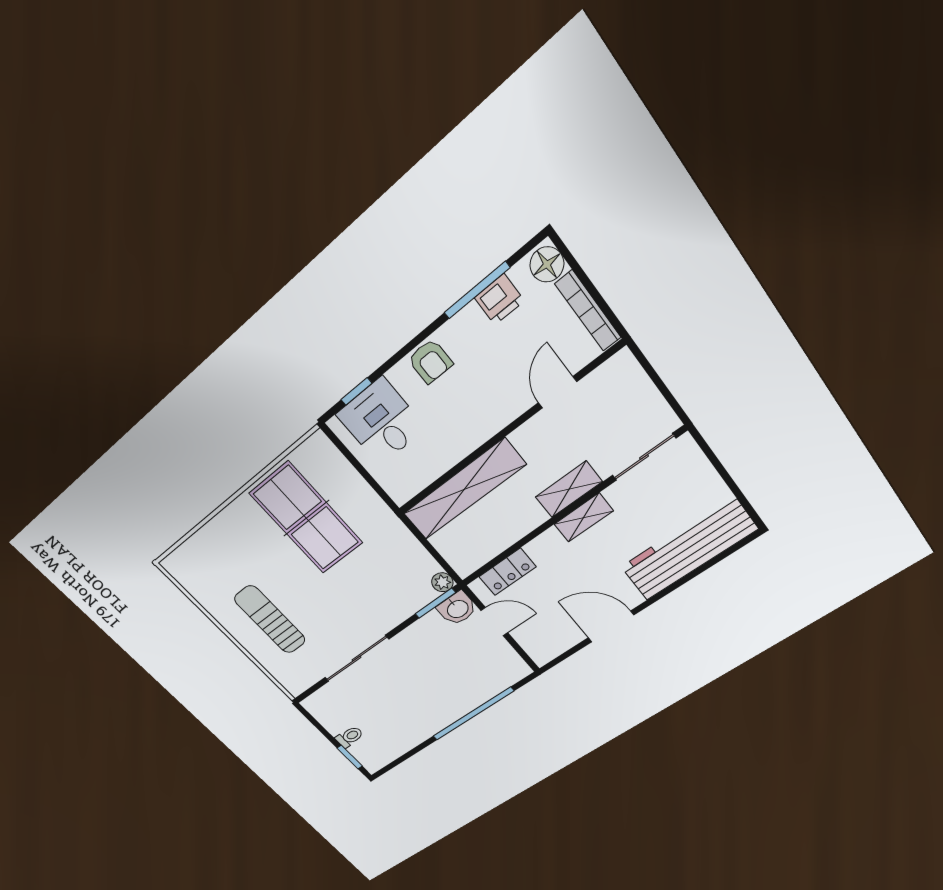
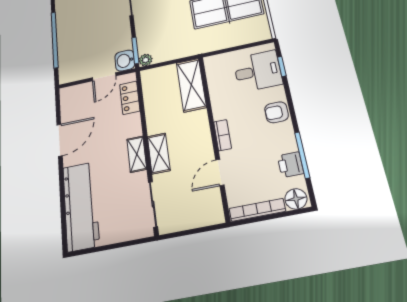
door: (558, 392) -> (220, 172), swing flipped
bookcase: (501, 418) -> (223, 135), added
shelving: (464, 489) -> (191, 85), width x0.68

